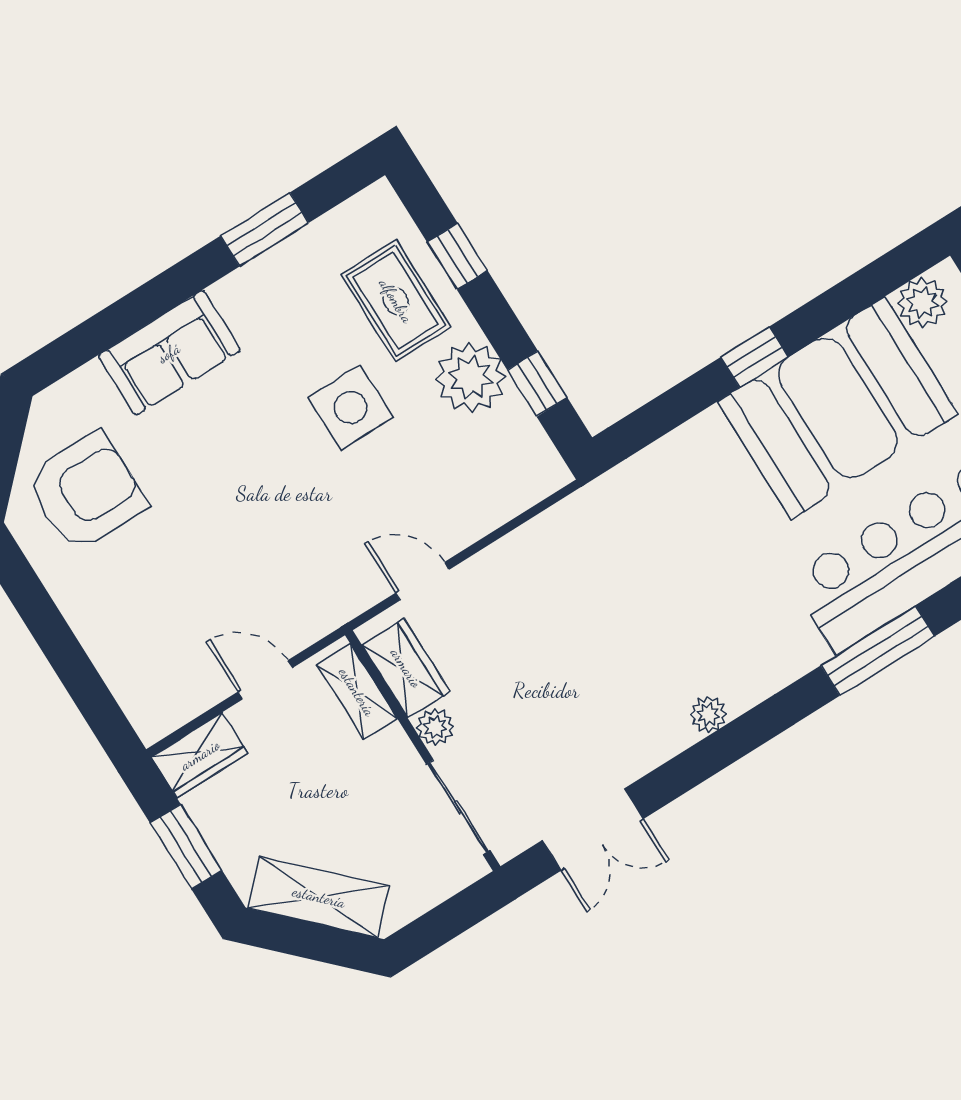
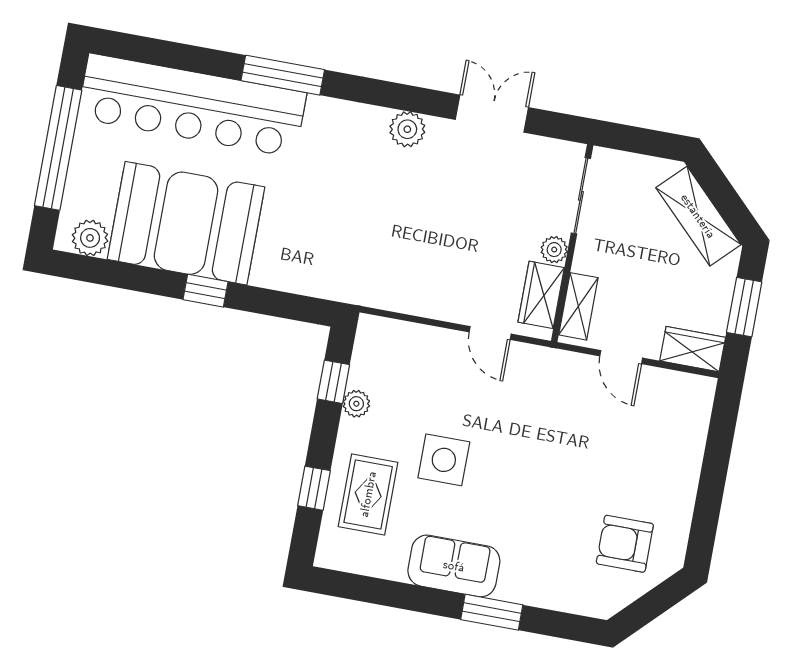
window: (265, 229) -> (492, 612), moved
sofa: (169, 353) -> (454, 566), moved
plant: (470, 378) -> (356, 404), width x0.53, depth x0.53
armchair: (86, 492) -> (625, 544), width x0.73, depth x0.73
plant: (708, 715) -> (407, 129), width x1.38, depth x1.38
double door: (593, 830) -> (492, 114), moved

